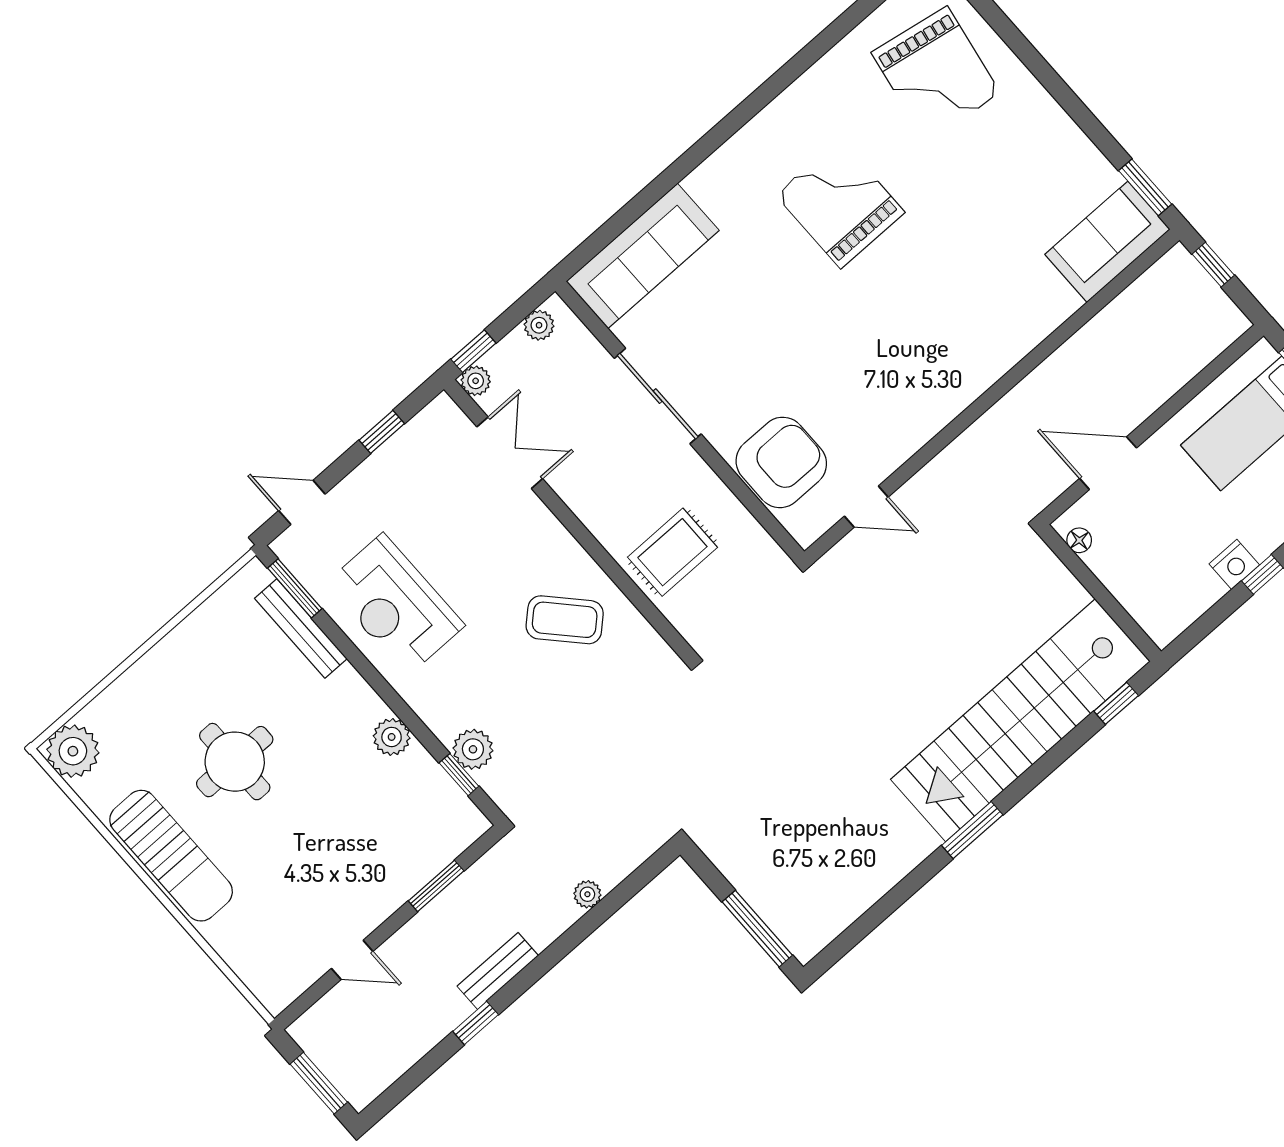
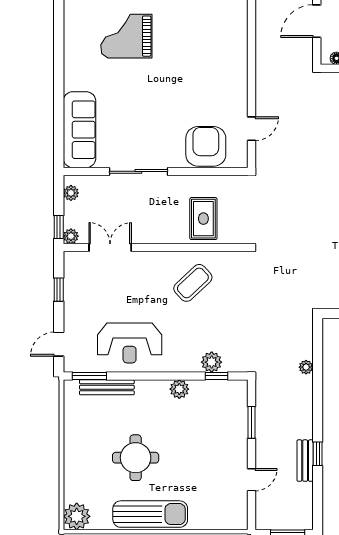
bench: (498, 971) -> (305, 461), moved

